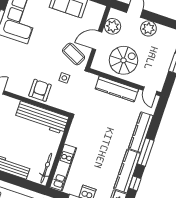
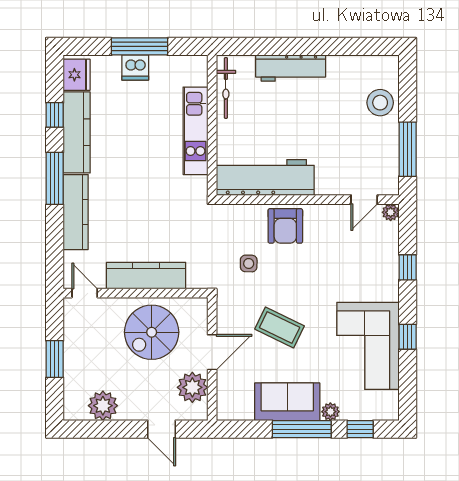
plant: (148, 28) -> (103, 406), moved
coffee table: (74, 54) -> (280, 327), moved
kitchen unit: (63, 167) -> (195, 131), moved

